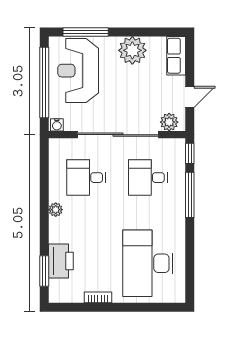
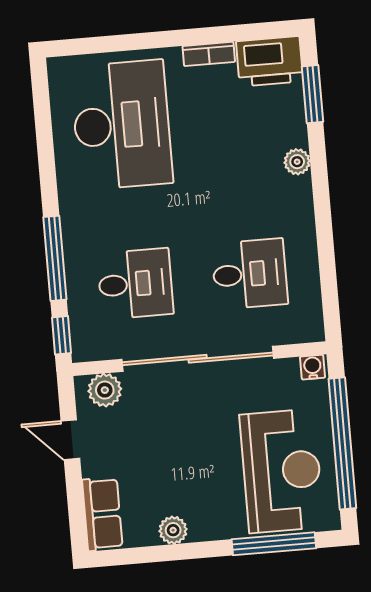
plant: (132, 50) -> (173, 530), width x0.53, depth x0.53
door: (190, 97) -> (70, 440), hinge flipped
plant: (56, 210) -> (297, 162), moved
printer: (61, 261) -> (270, 61), moved, turned -90

